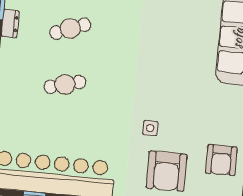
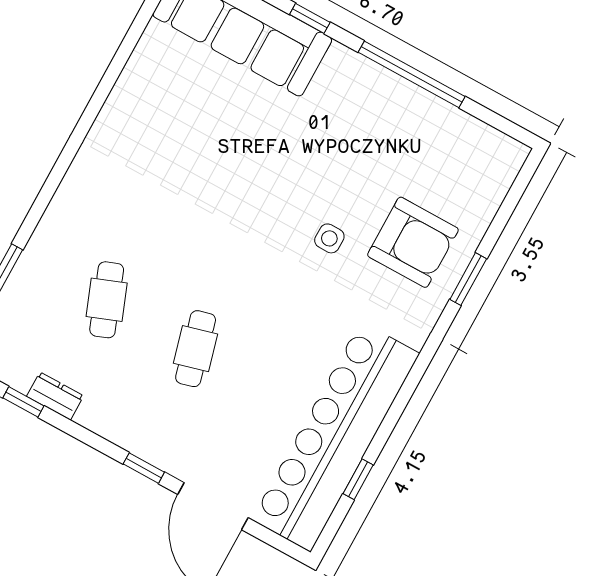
armchair: (221, 160) -> (434, 143), removed

